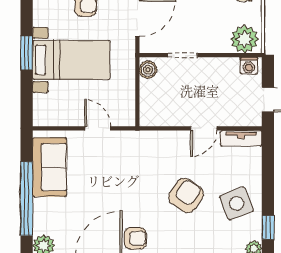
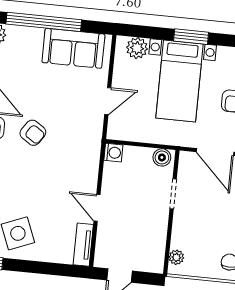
plant: (245, 39) -> (176, 257), width x0.53, depth x0.53
washing machine: (249, 66) -> (113, 153), moved, turned 180
plant: (43, 105) -> (137, 48), added
armchair: (186, 195) -> (33, 133), moved, width x0.72, depth x0.72

